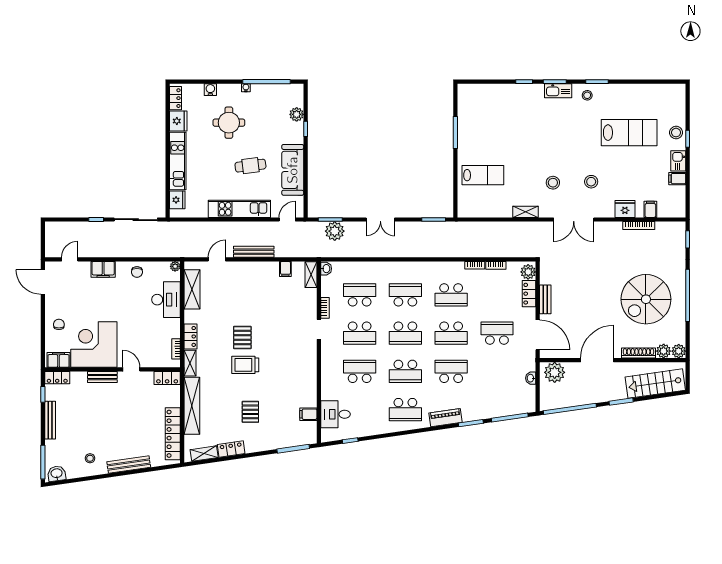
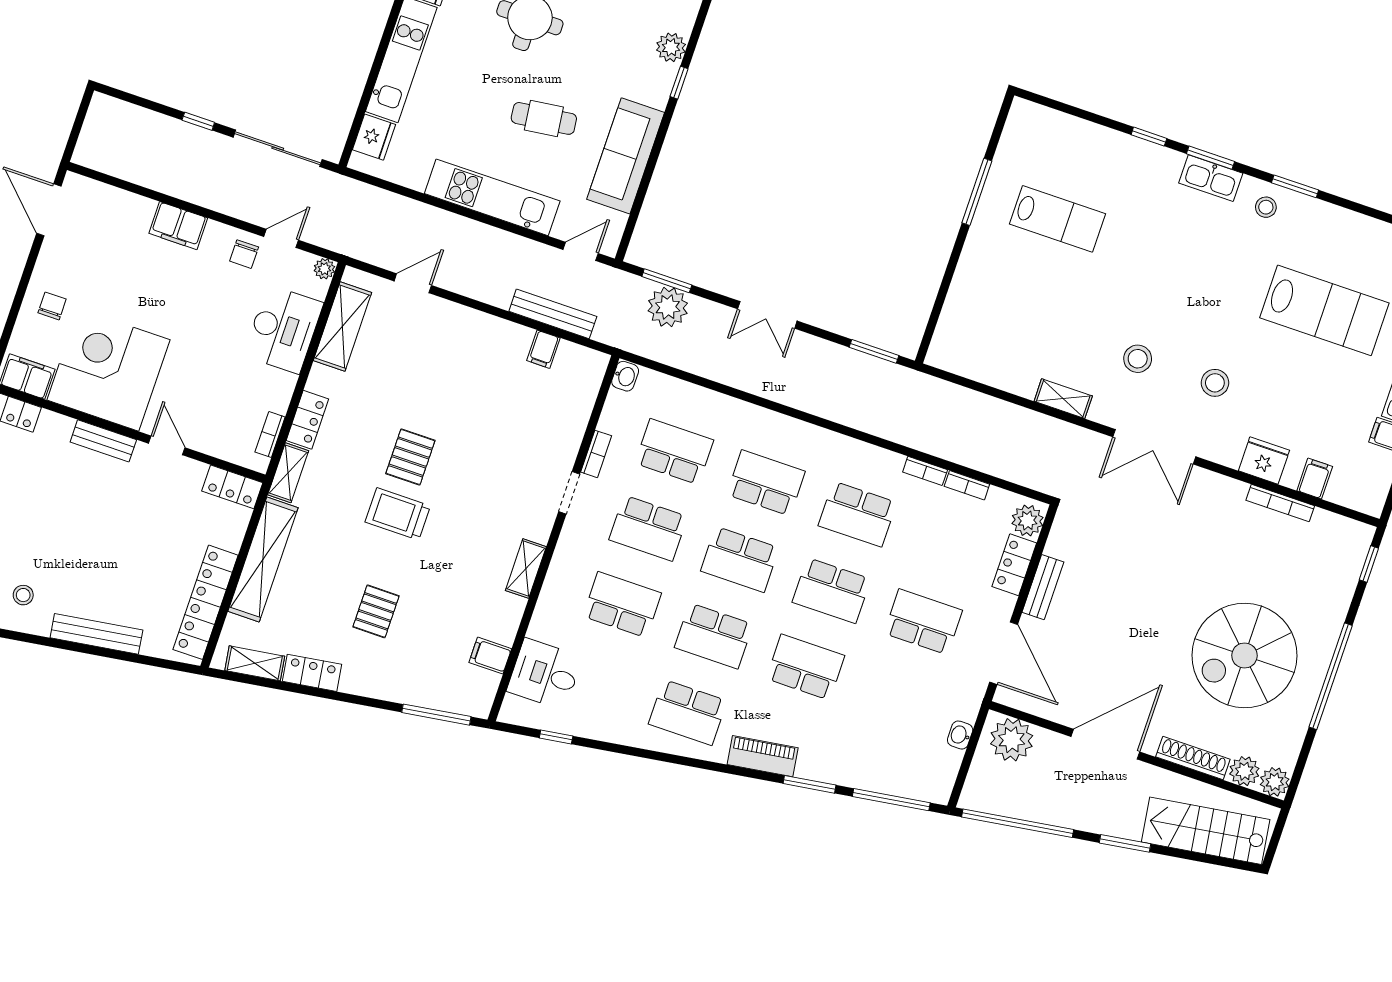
lab bench: (483, 175) -> (1057, 219), moved
bench: (254, 252) -> (553, 314), moved
door: (70, 259) -> (281, 238), moved
shelving: (311, 275) -> (526, 569), moved

